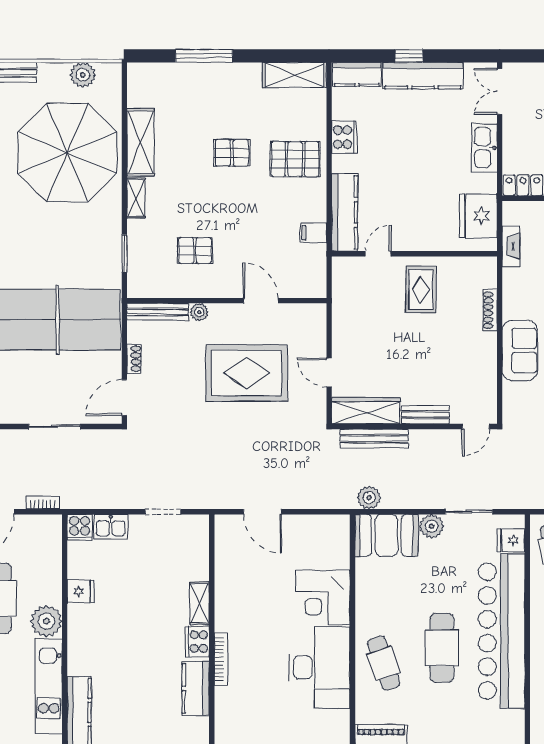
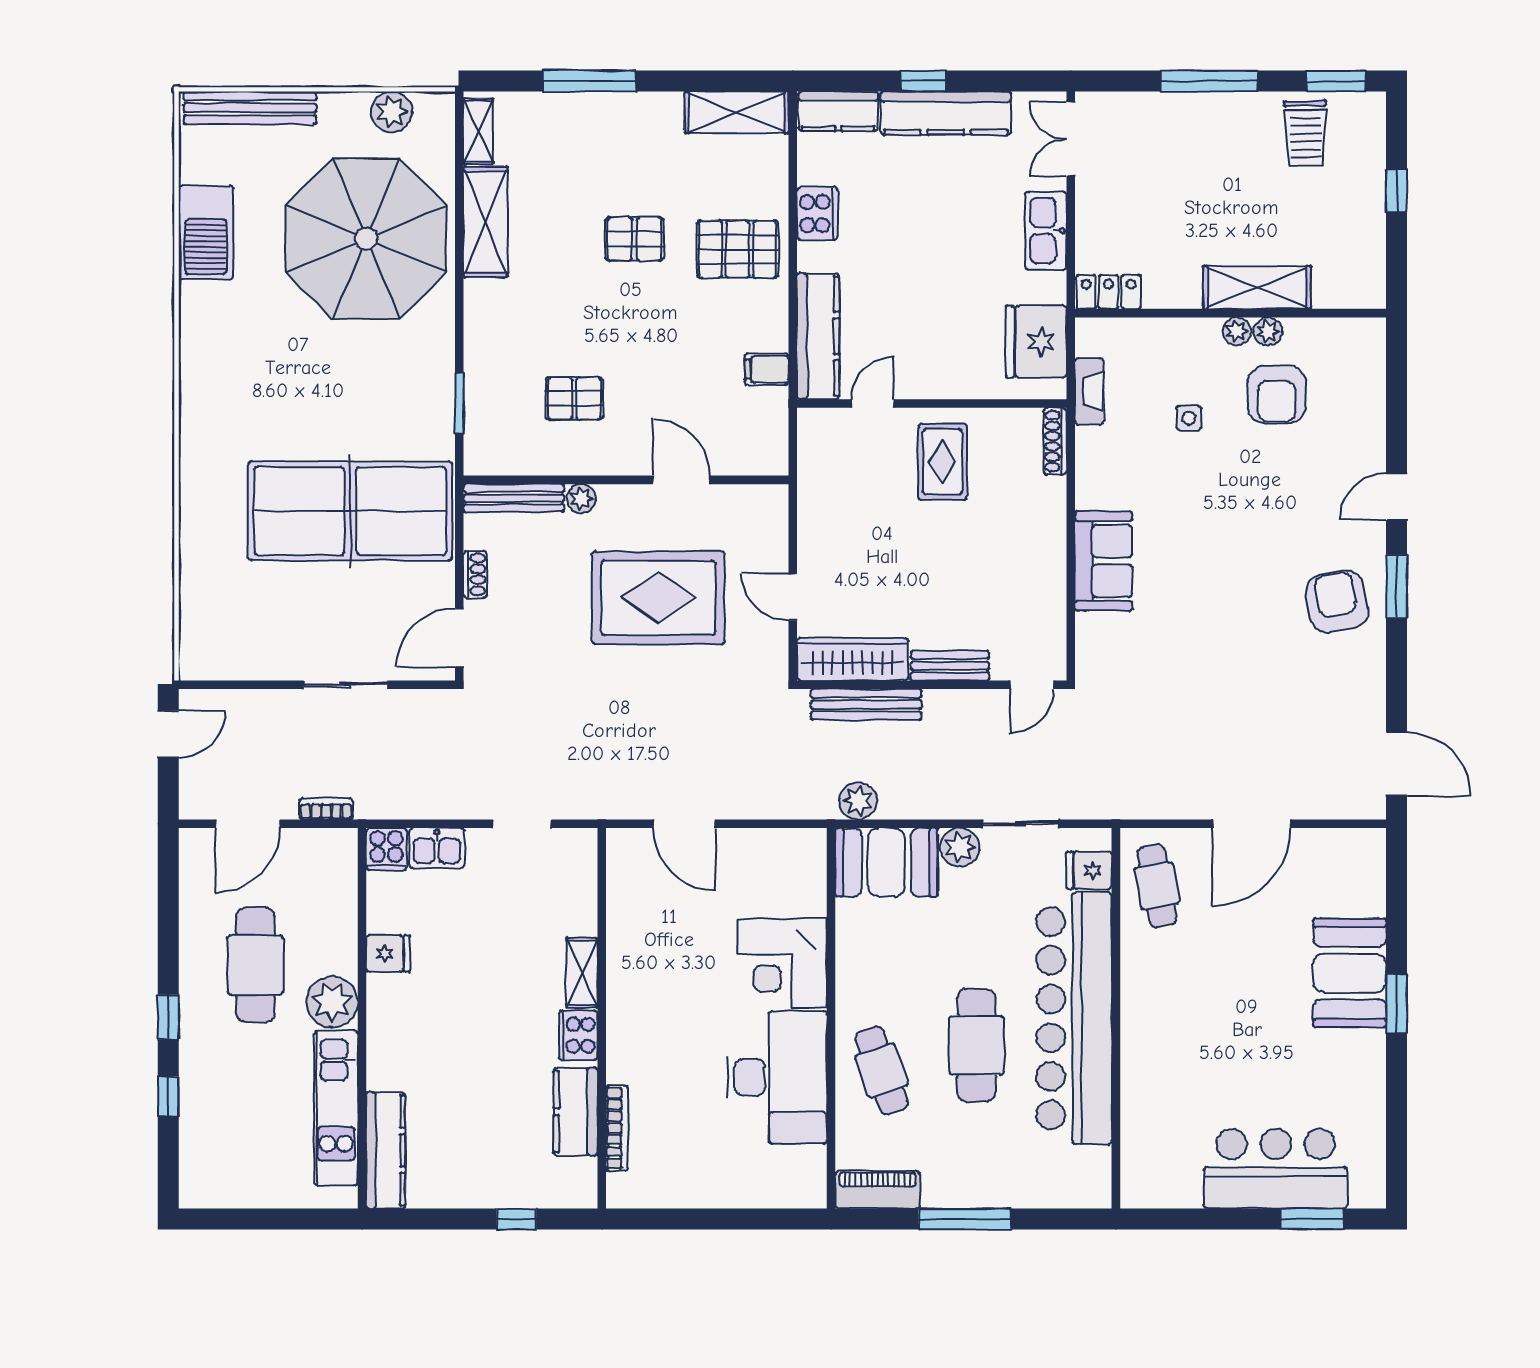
shelving: (136, 198) -> (478, 131), moved
shoe rack: (490, 310) -> (1055, 441), moved
bookcase: (221, 659) -> (617, 1128), moved

